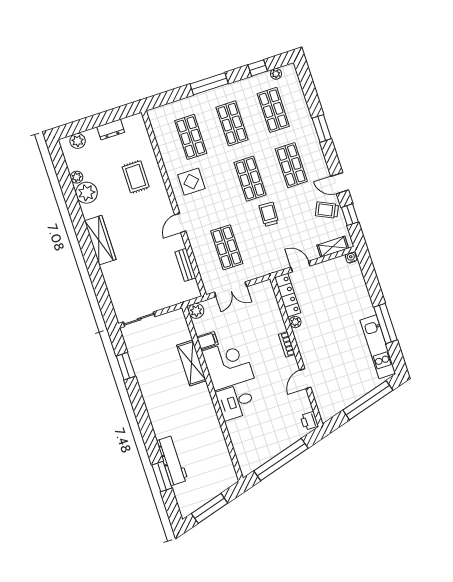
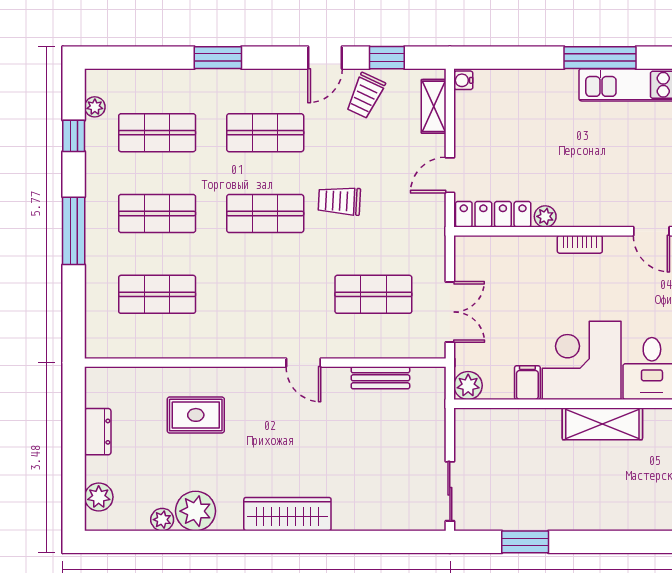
display table: (191, 182) -> (237, 319), removed
shelving: (191, 363) -> (602, 424), moved

